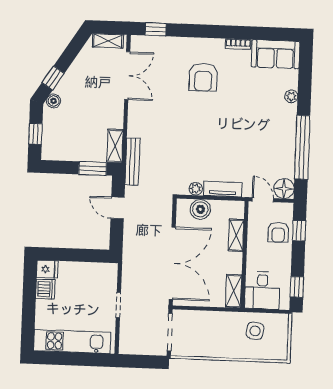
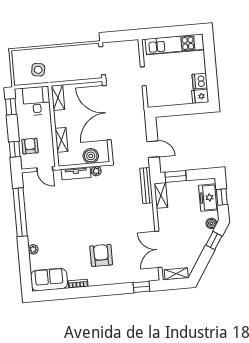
freezer: (53, 135) -> (208, 198), added
floor lamp: (284, 189) -> (30, 179), removed

